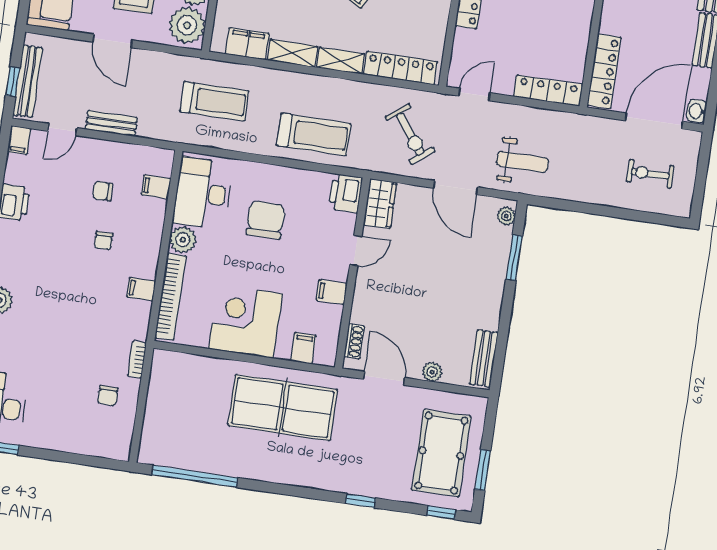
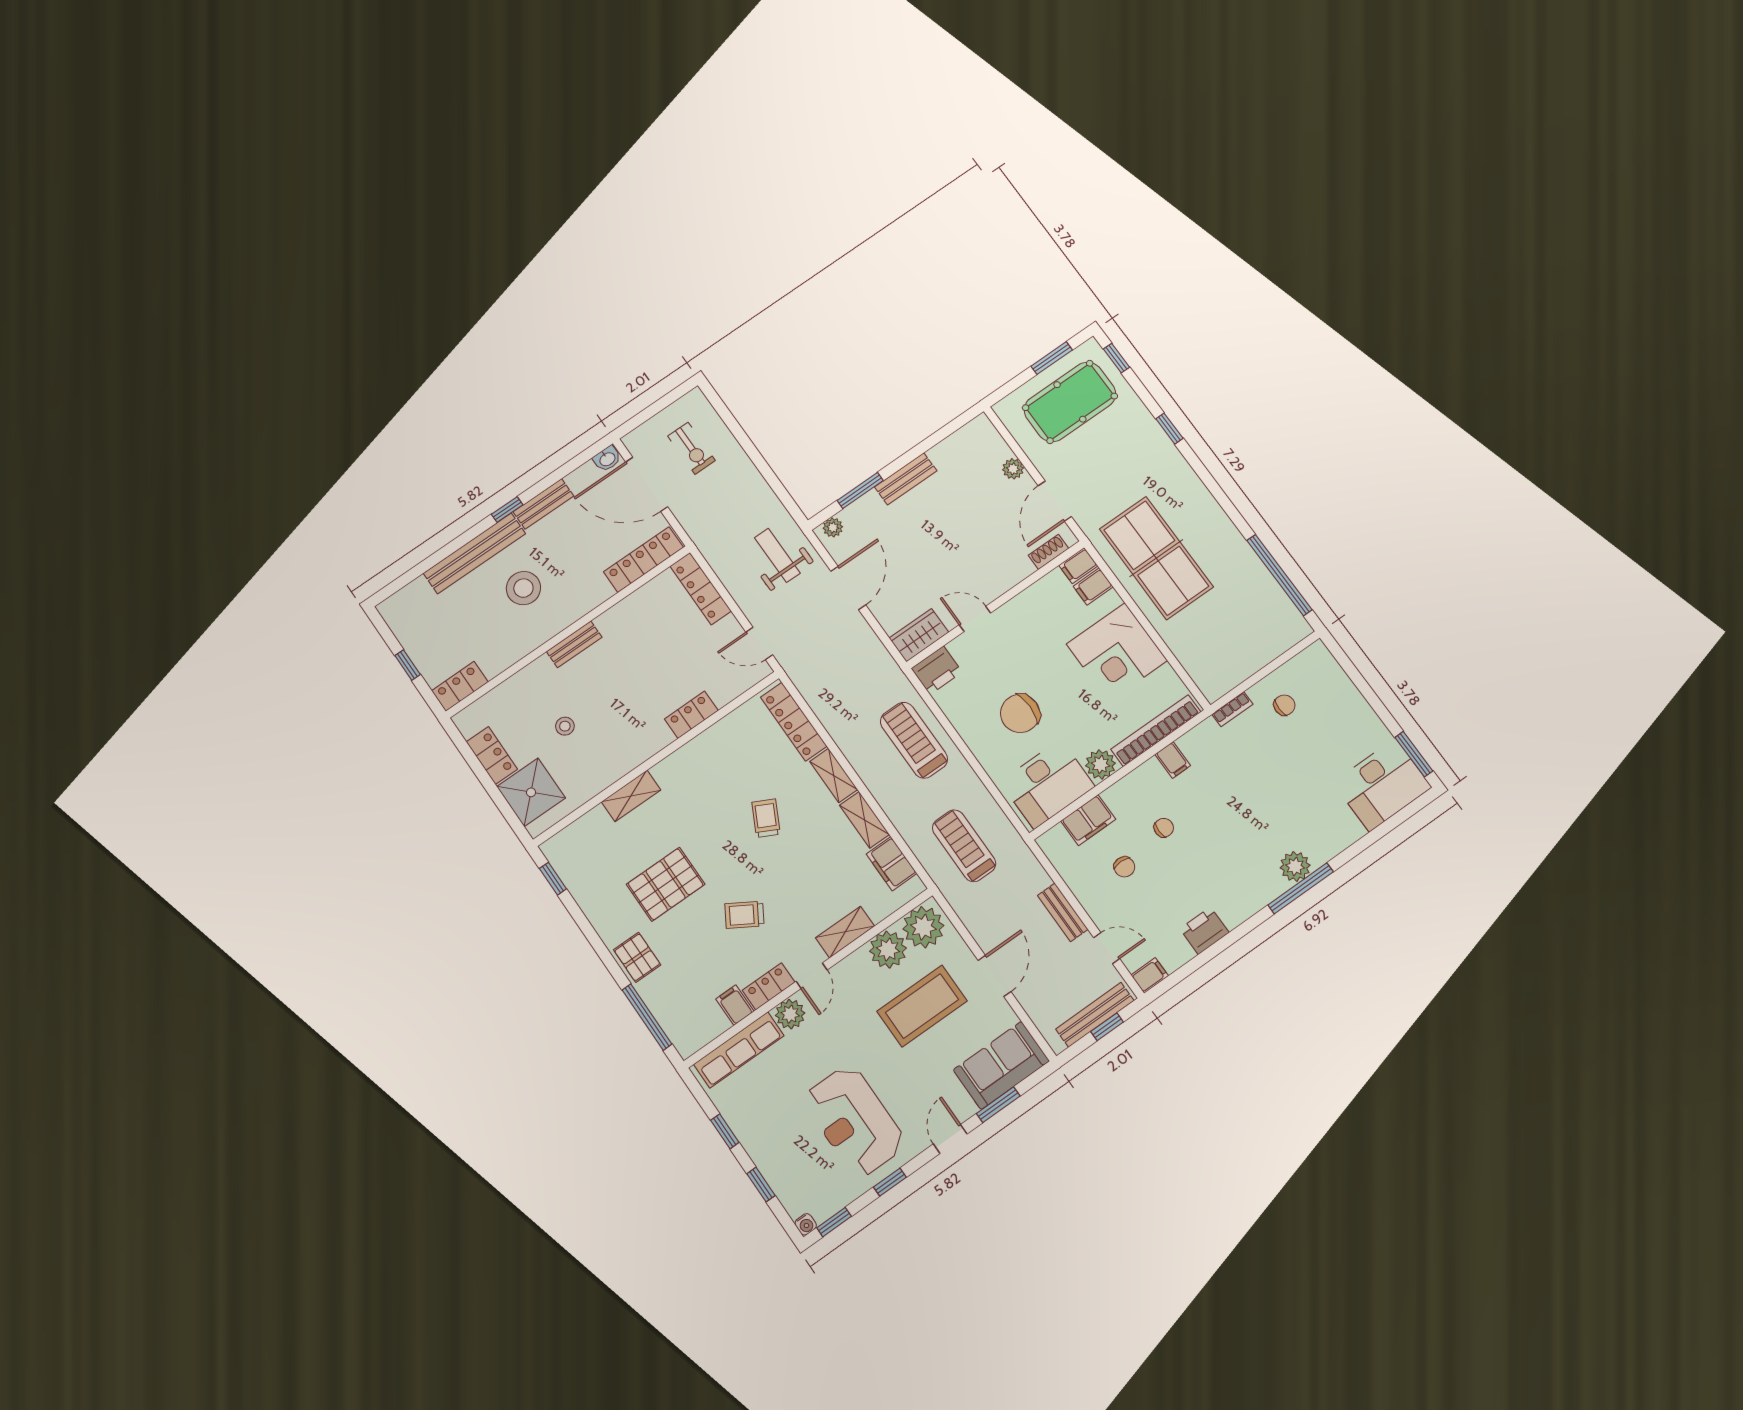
exercise bike: (410, 134) -> (840, 664), removed
filing cabinet: (156, 187) -> (1088, 820), width x2.00
filing cabinet: (332, 292) -> (1078, 566), moved, turned 90
bench: (484, 358) -> (906, 479), moved

